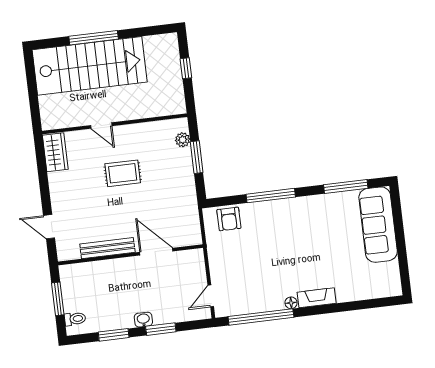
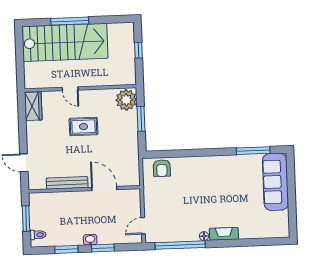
plant: (183, 140) -> (126, 100), width x1.88, depth x1.88
window: (271, 196) -> (195, 153), removed

